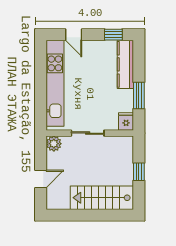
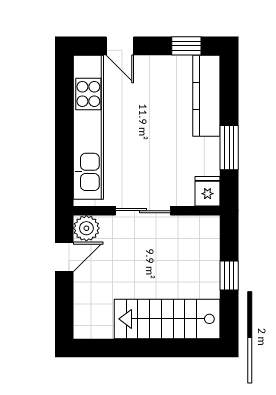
door: (41, 179) -> (64, 257), moved

